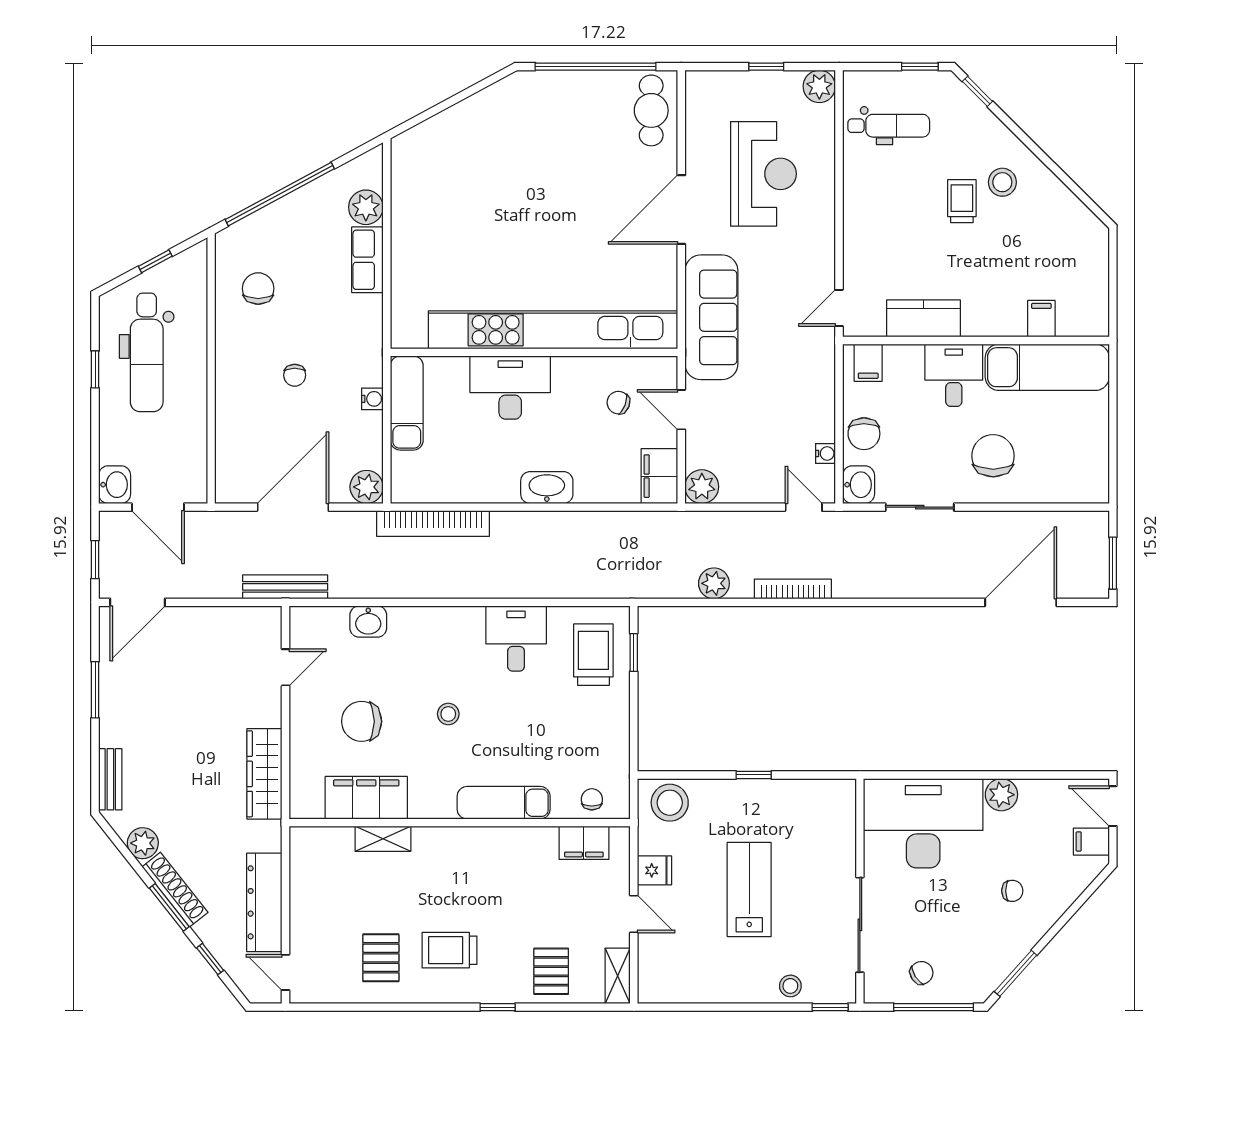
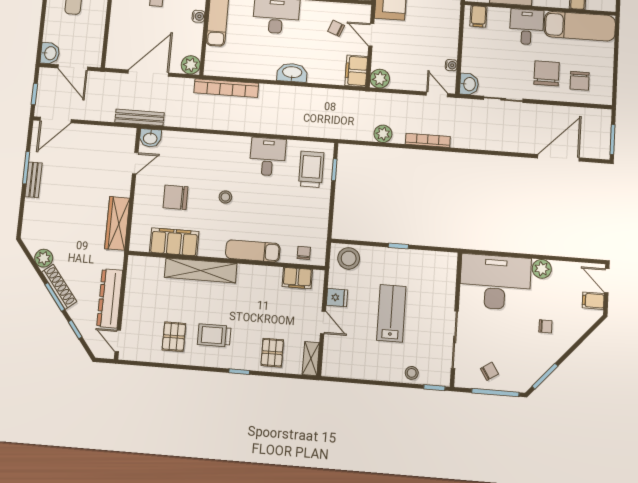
chair: (864, 434) -> (580, 81), moved
washbasin: (368, 622) -> (150, 138), moved
bench: (110, 779) -> (34, 180), moved
shelving: (383, 839) -> (201, 270), width x2.20, depth x1.33

